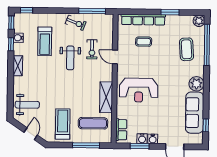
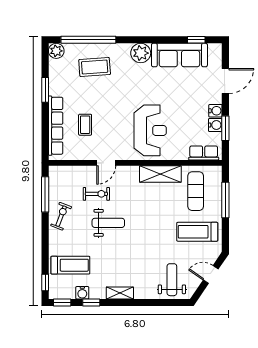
treadmill: (45, 41) -> (70, 265), moved

